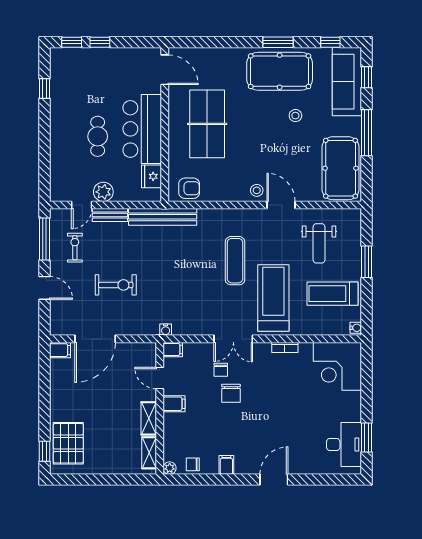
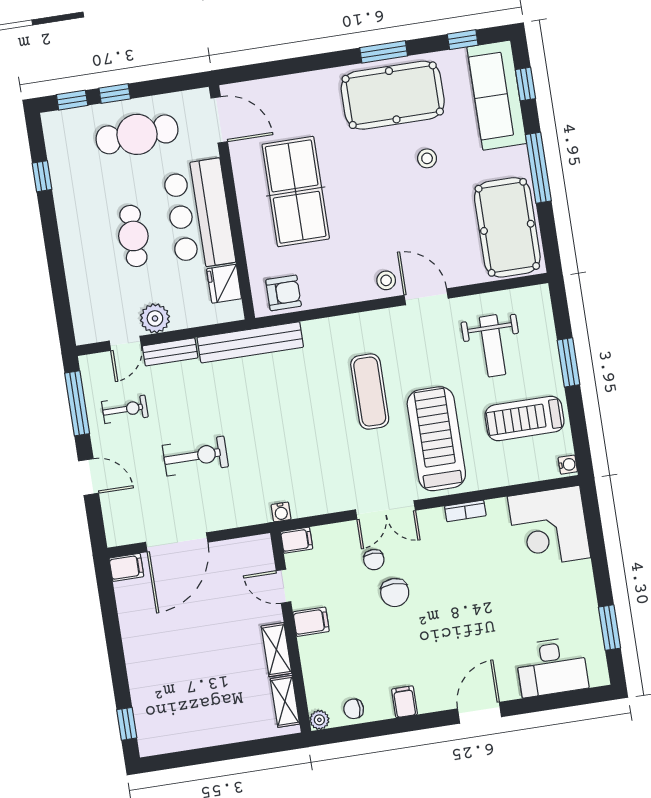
cafe table: (110, 71) -> (137, 134), added
exercise bike: (75, 248) -> (125, 409), turned 90
pallet: (68, 443) -> (161, 706), removed
desk: (344, 444) -> (552, 667), moved, turned 90

